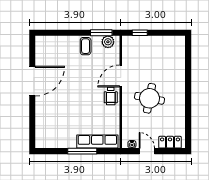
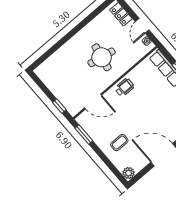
plant: (108, 42) -> (129, 173), moved
coffee table: (86, 46) -> (119, 143), moved
door: (121, 76) -> (93, 102), moved

